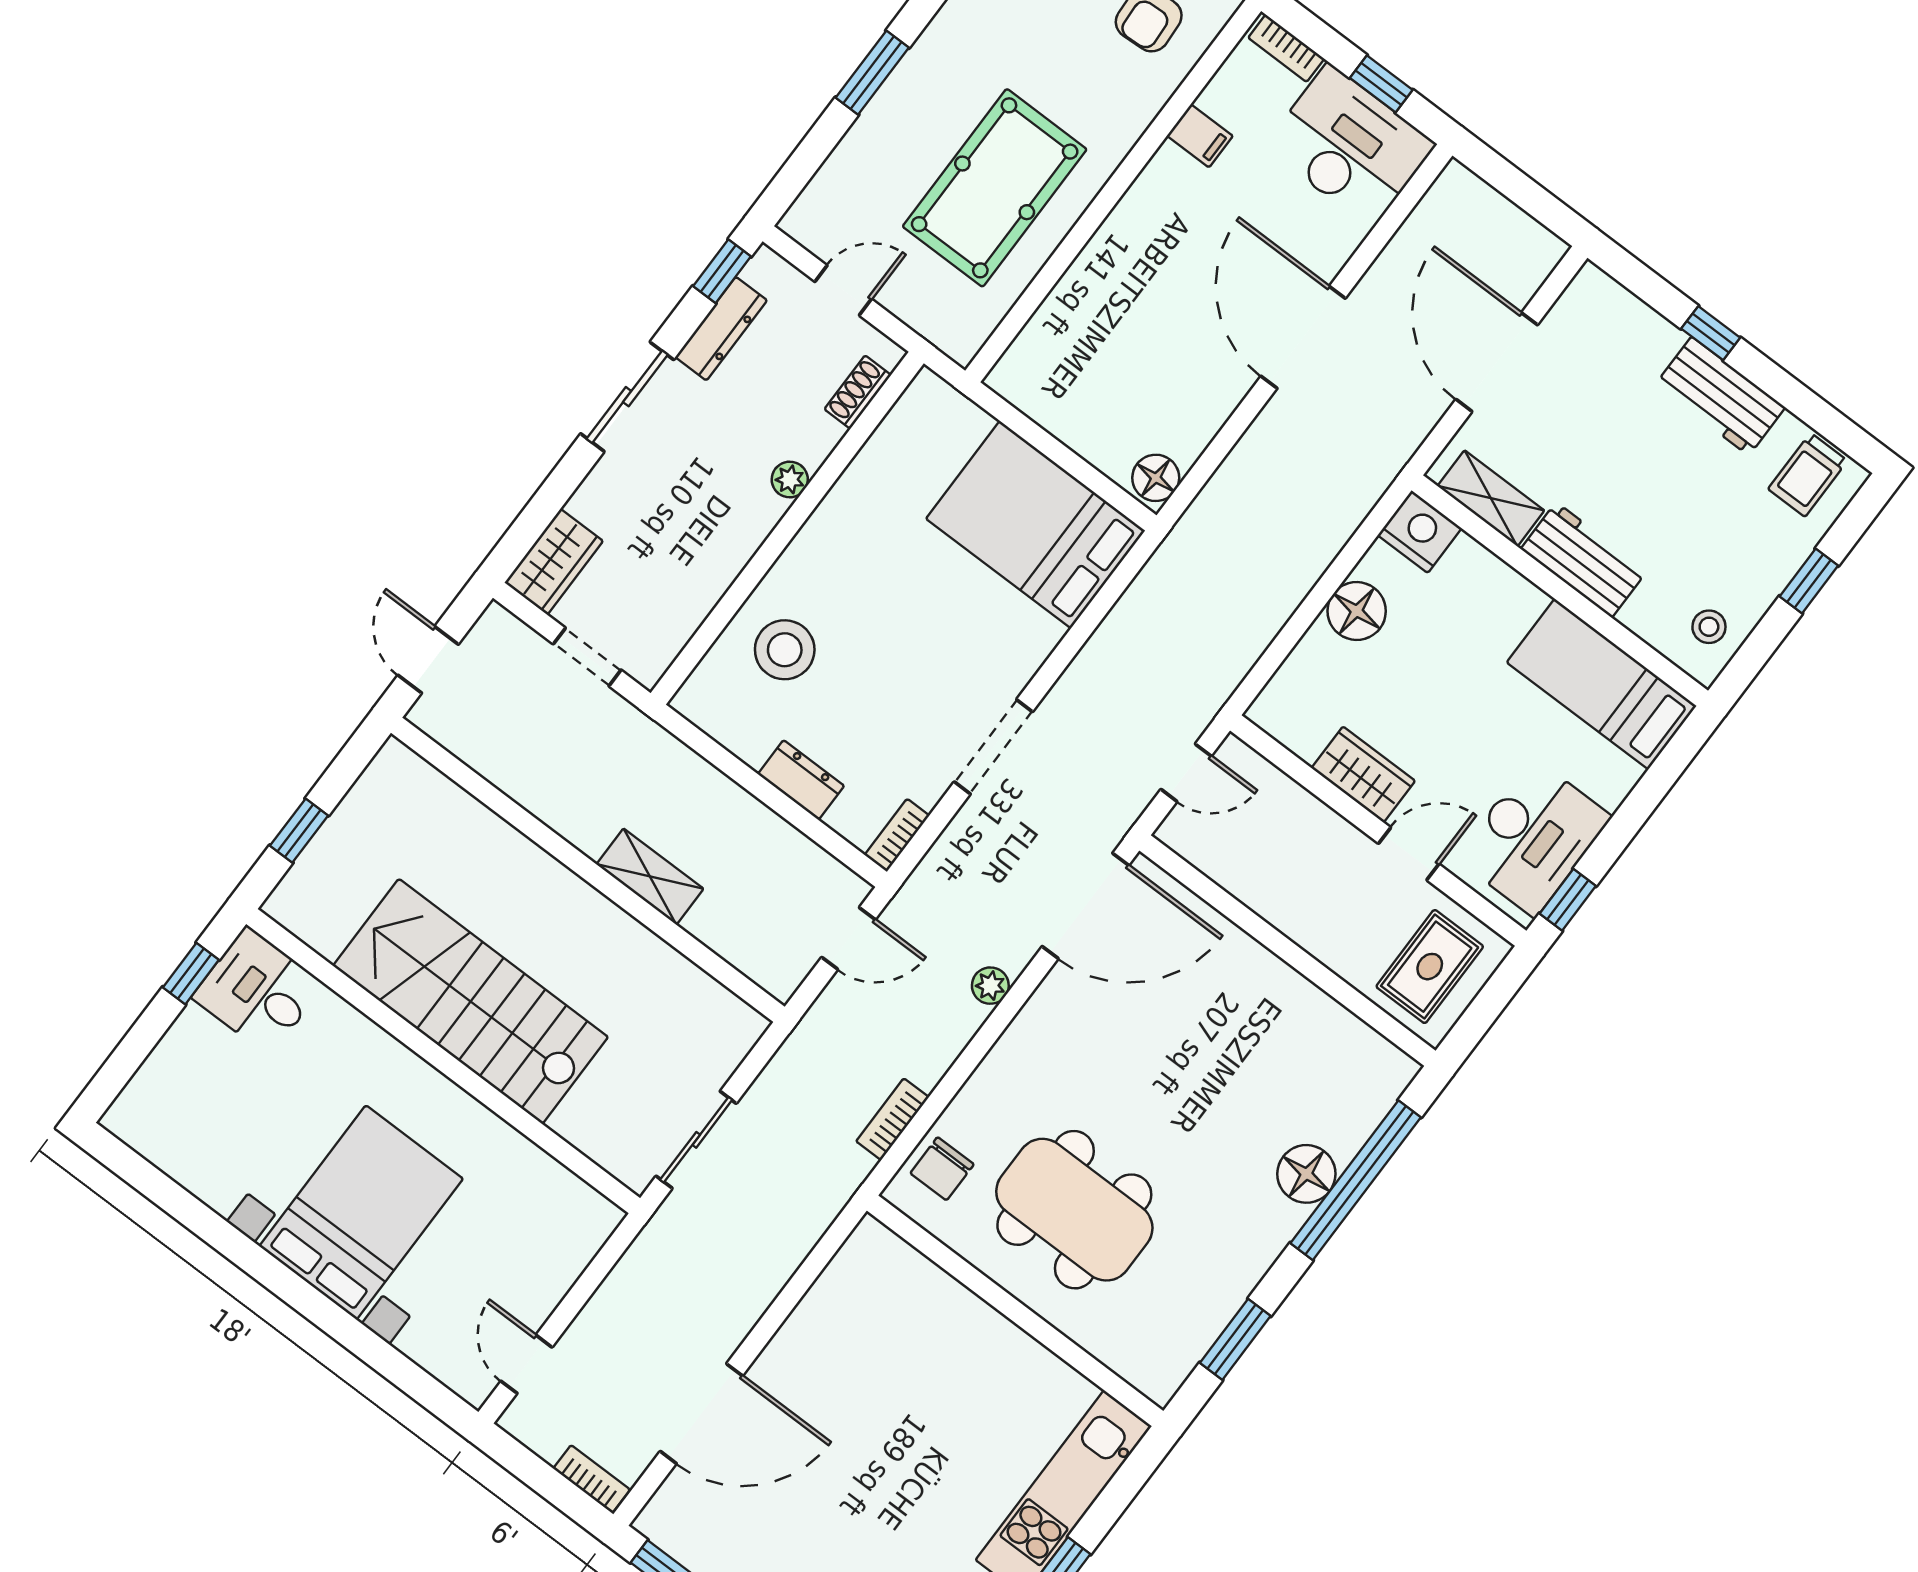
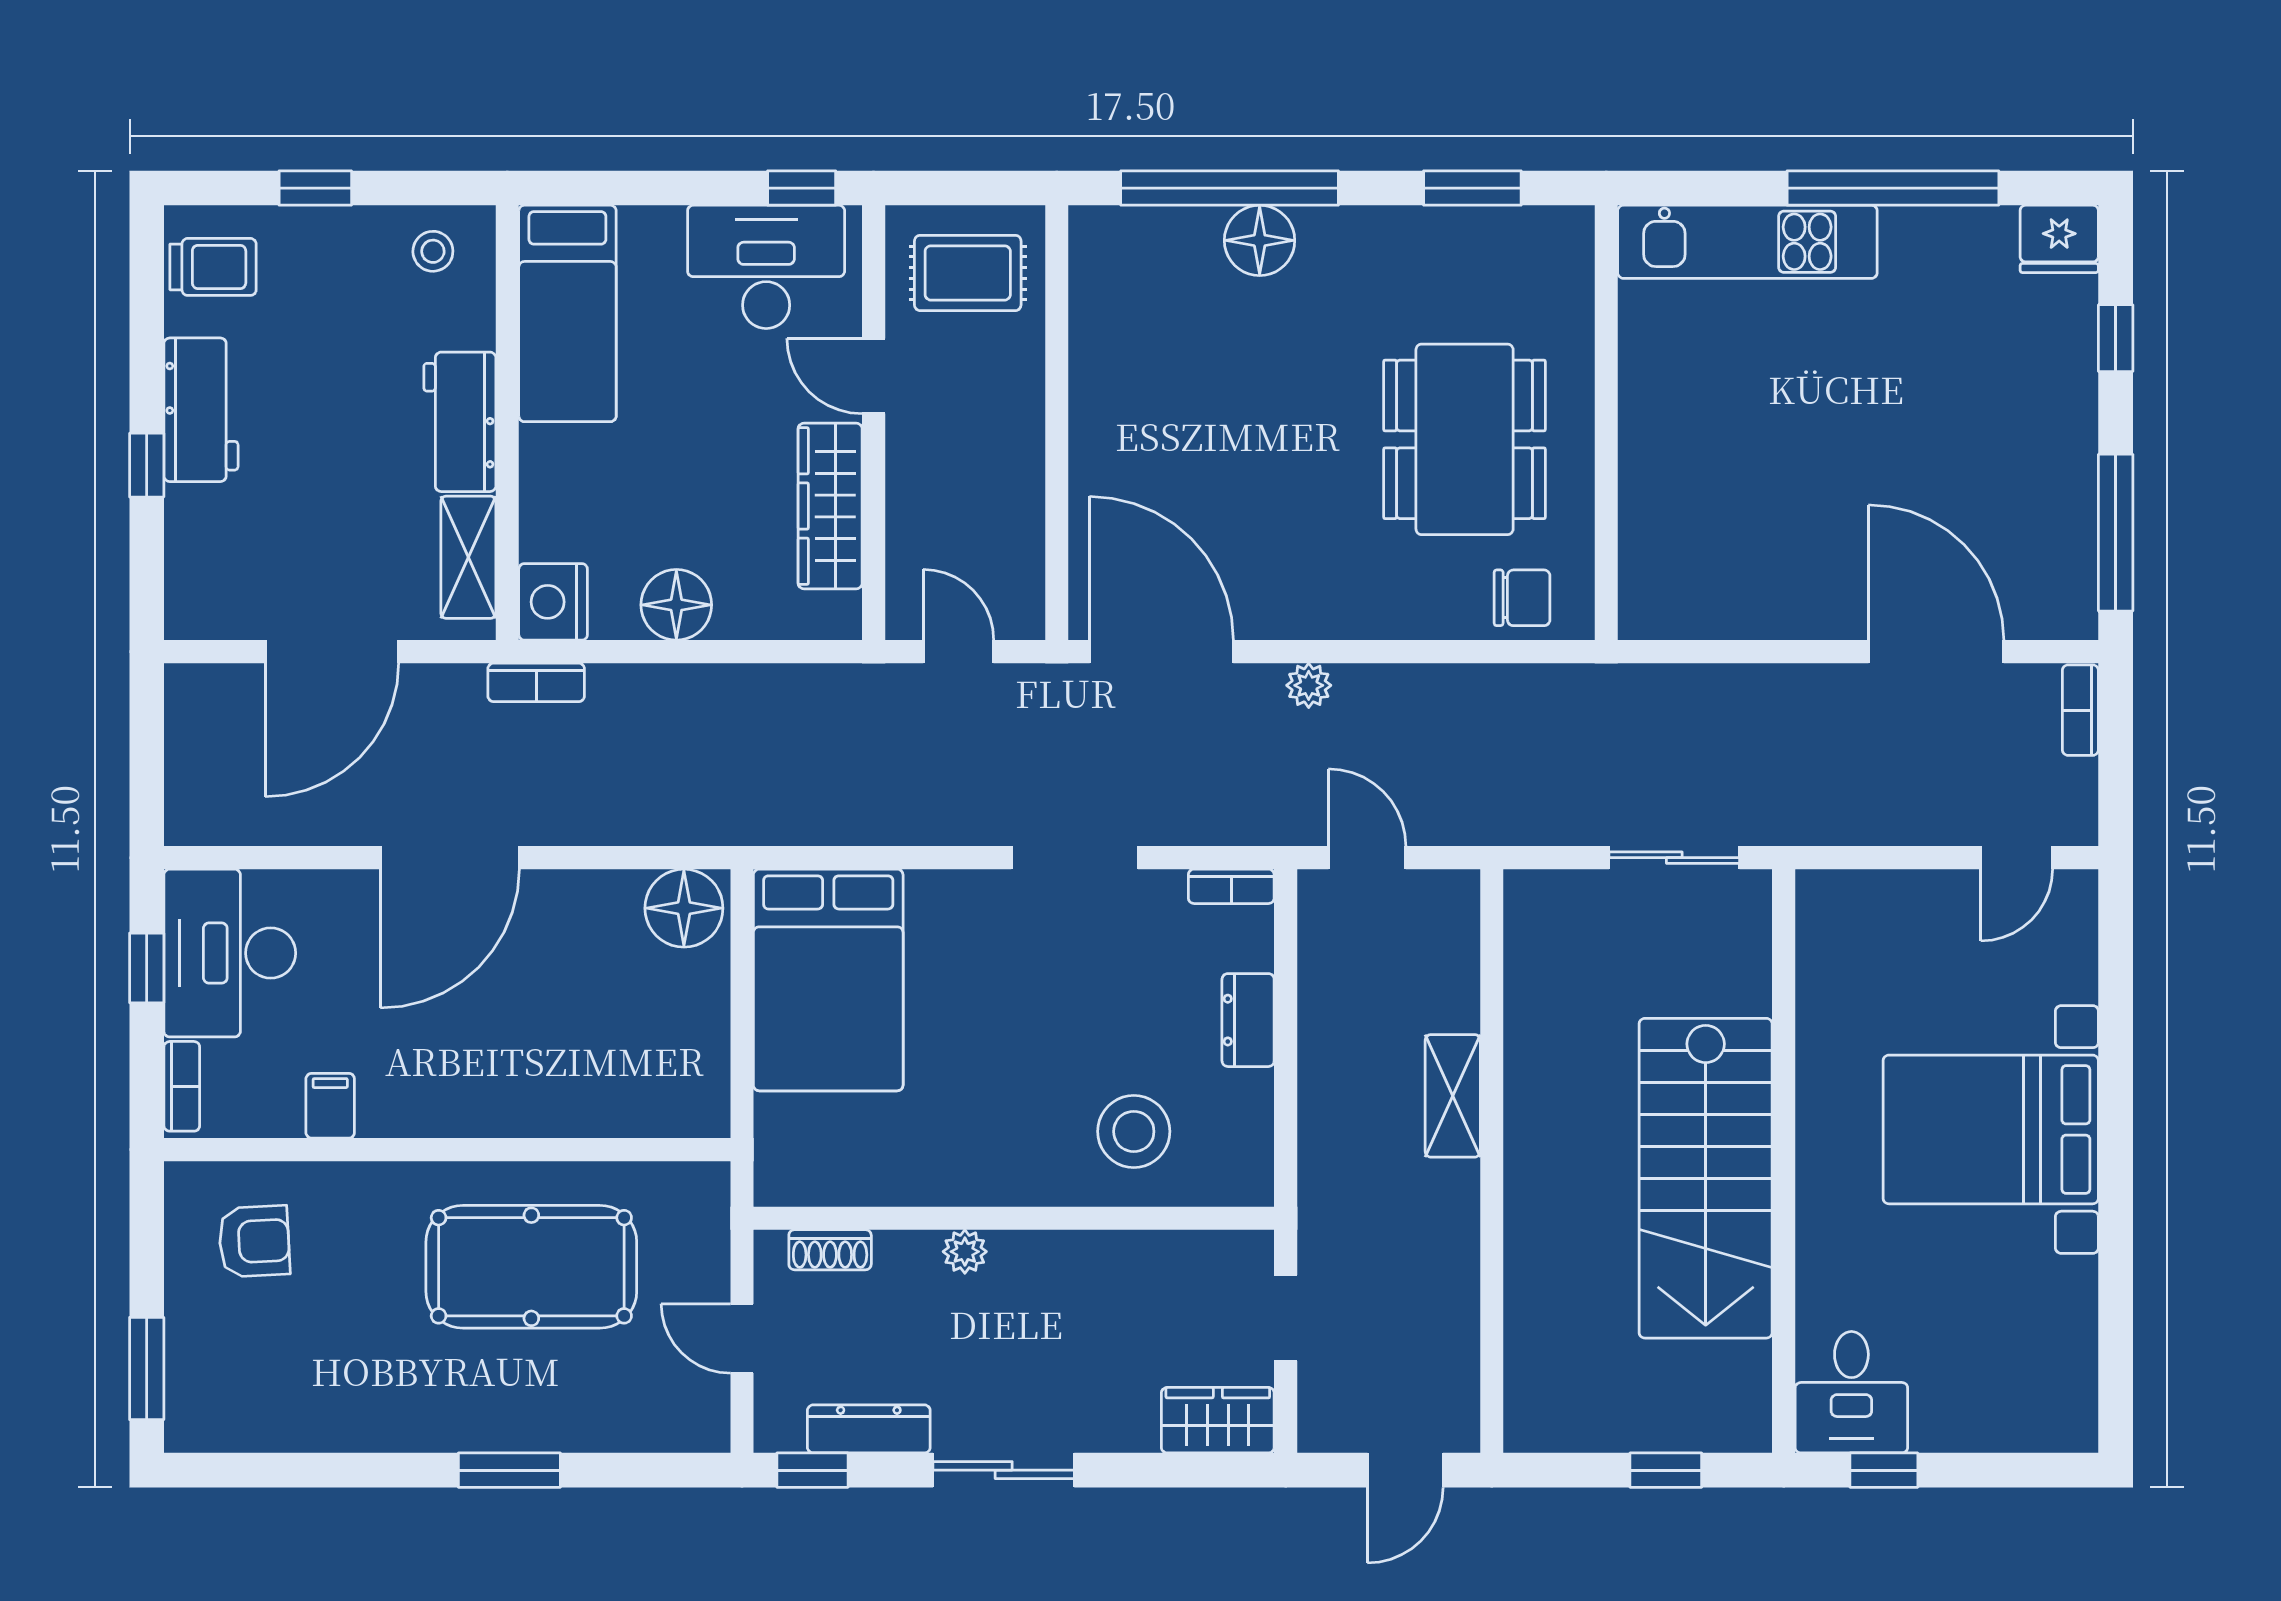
floor lamp: (1156, 478) -> (684, 908), width x1.38, depth x1.38
wardrobe: (1363, 774) -> (830, 506), width x1.50
bookcase: (892, 1119) -> (536, 682), moved

